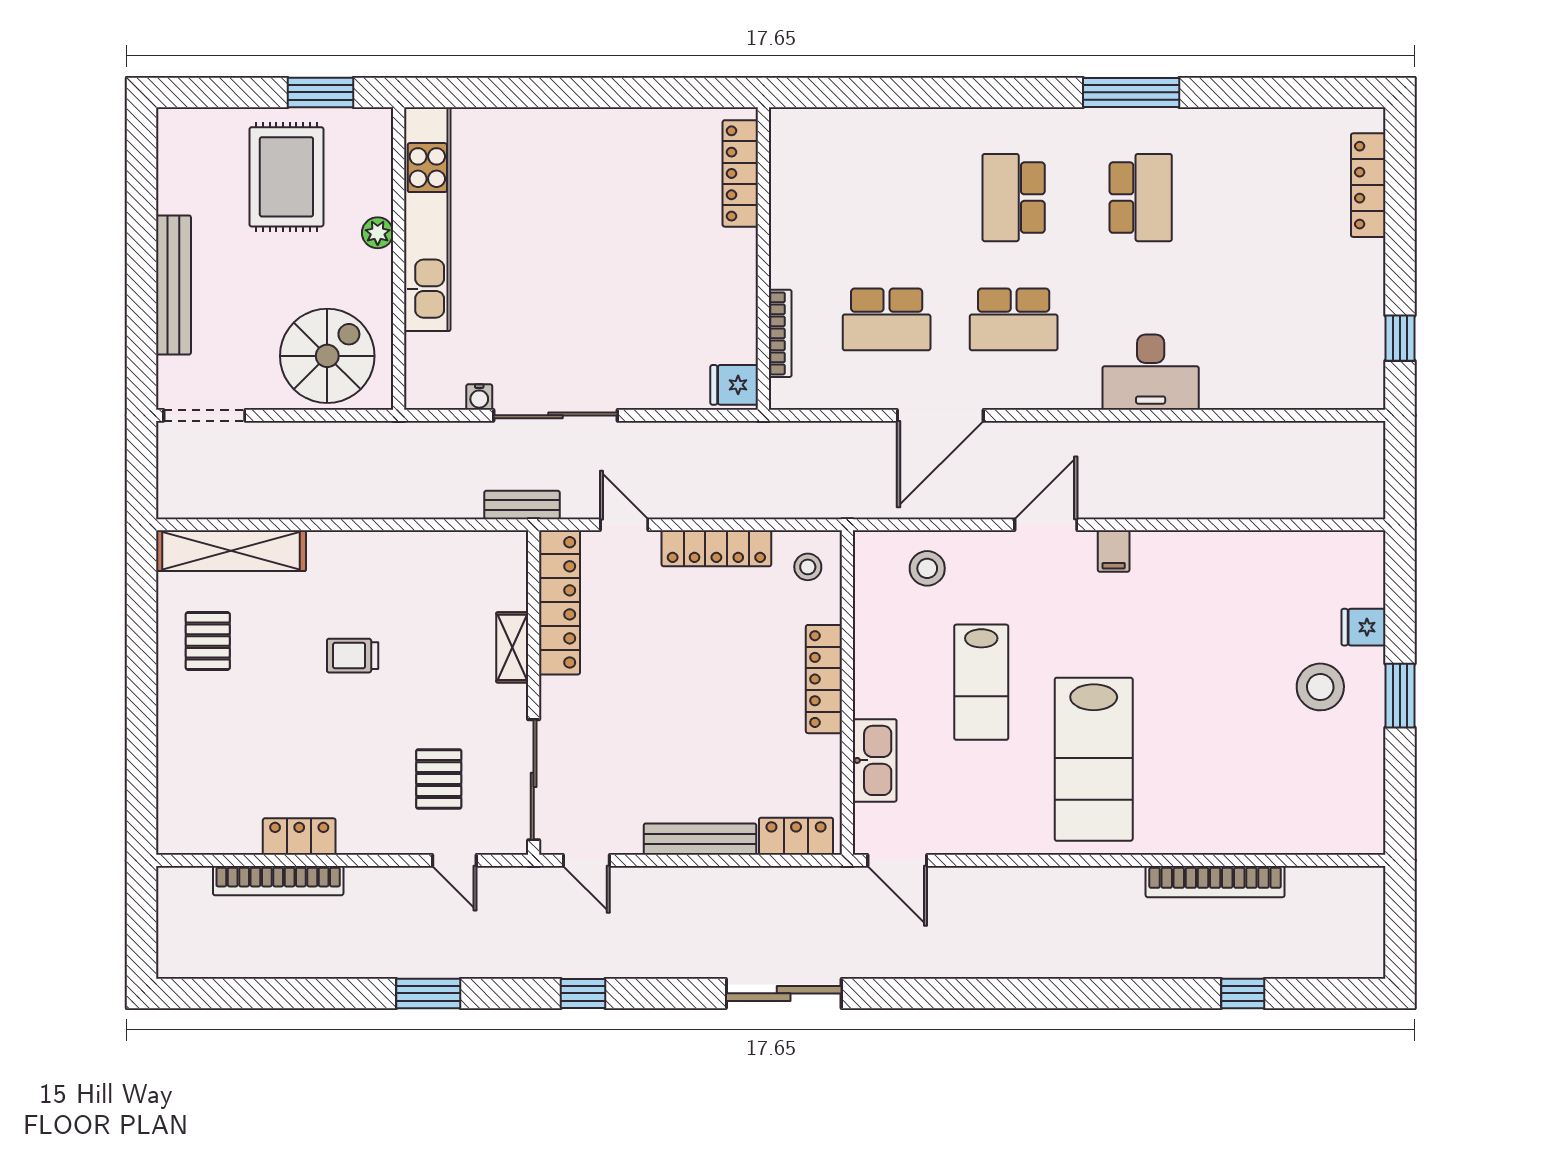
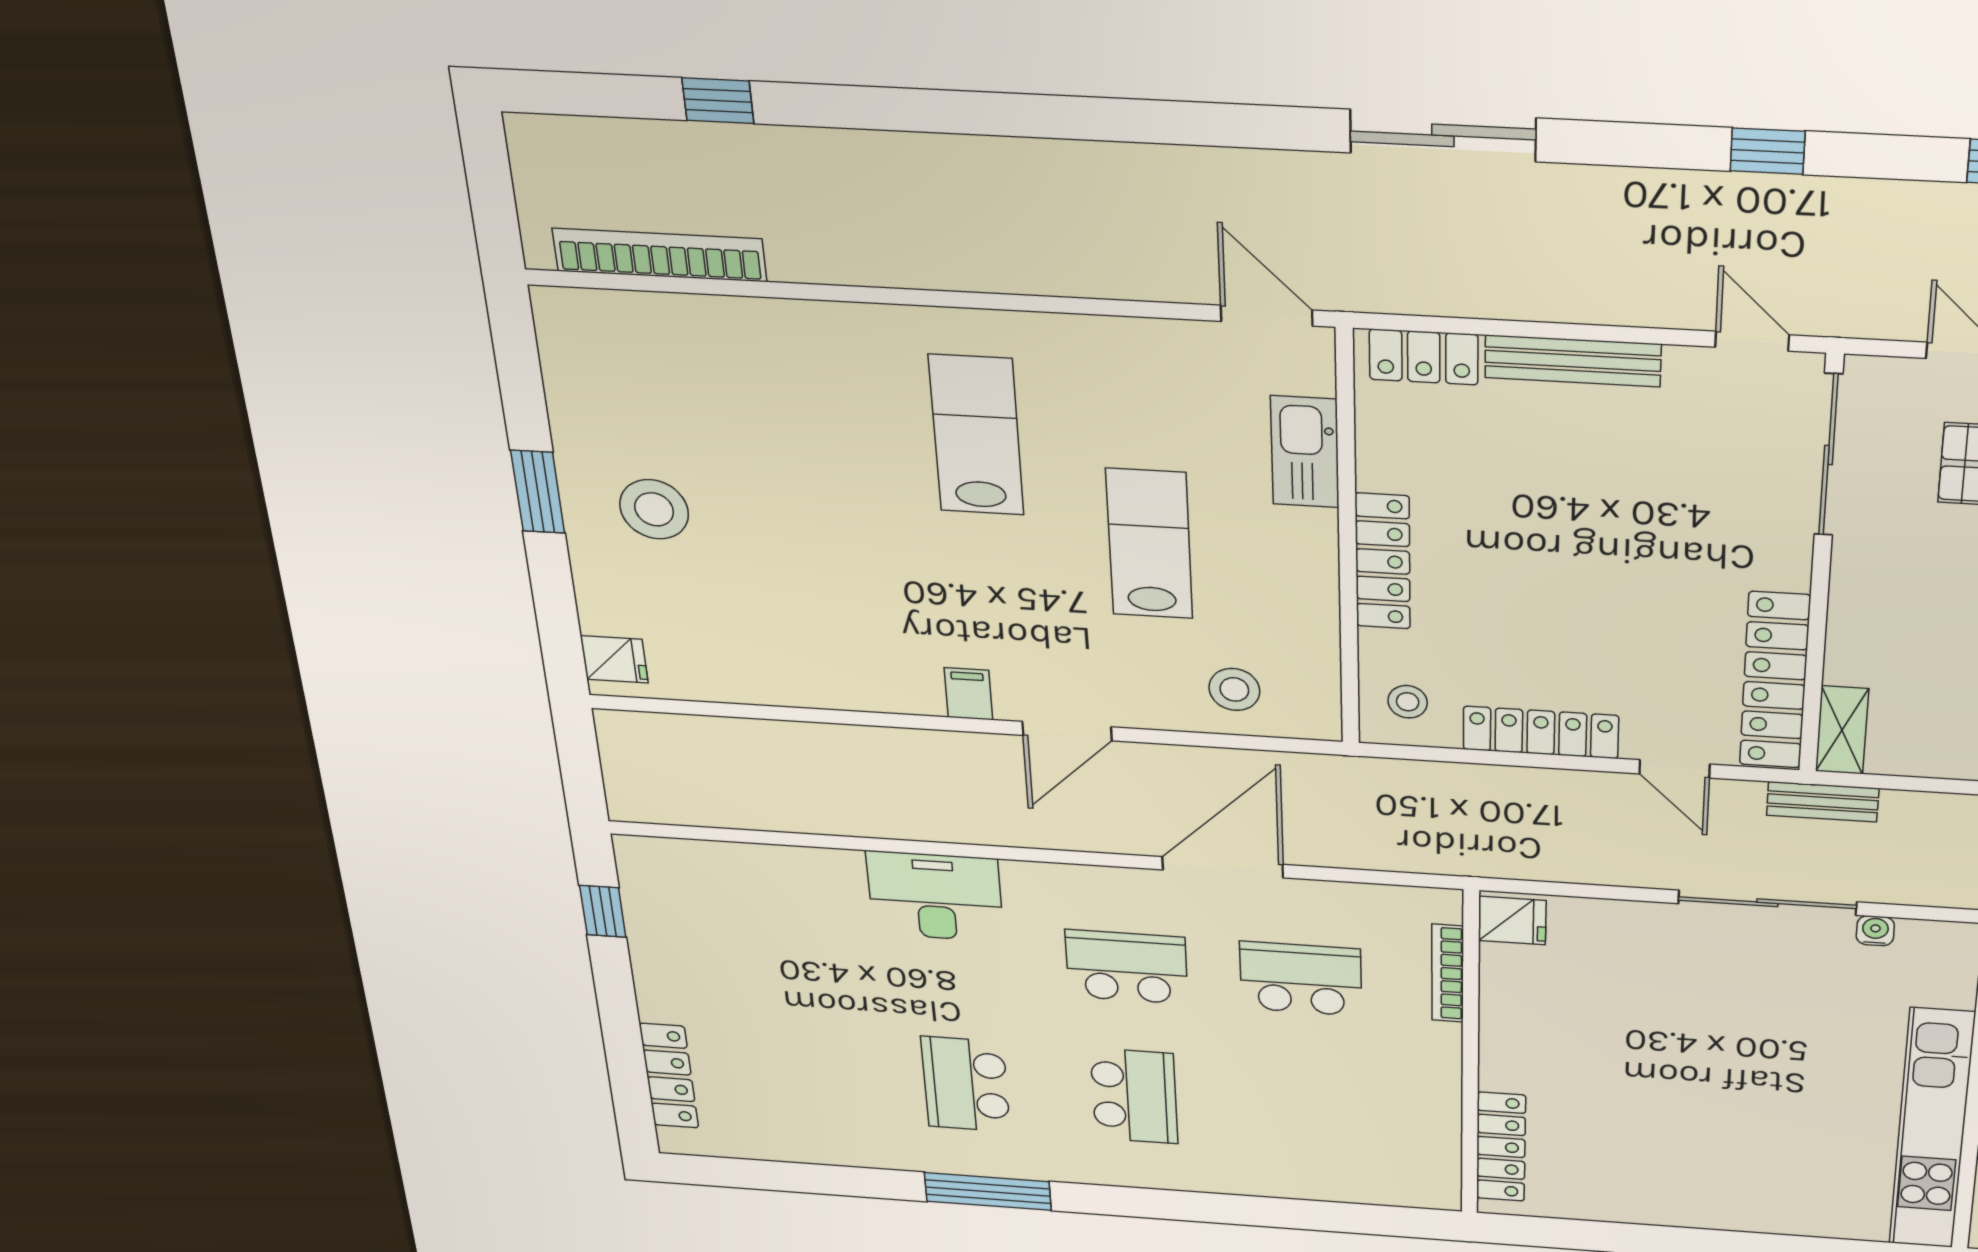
fridge: (1363, 627) -> (614, 659), moved
shelving: (512, 647) -> (1842, 730), moved
lab bench: (1094, 759) -> (976, 435), width x0.73, depth x0.72
bookcase: (1215, 882) -> (660, 255), moved

